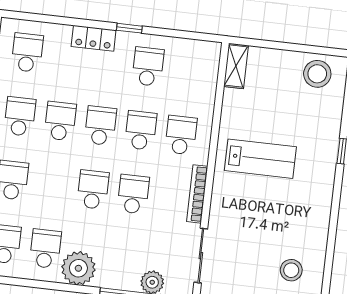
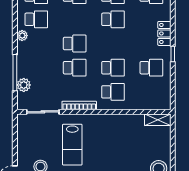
school desk: (100, 126) -> (113, 44), removed
lab bench: (260, 159) -> (72, 145), moved
plant: (78, 268) -> (22, 36), width x0.53, depth x0.53

